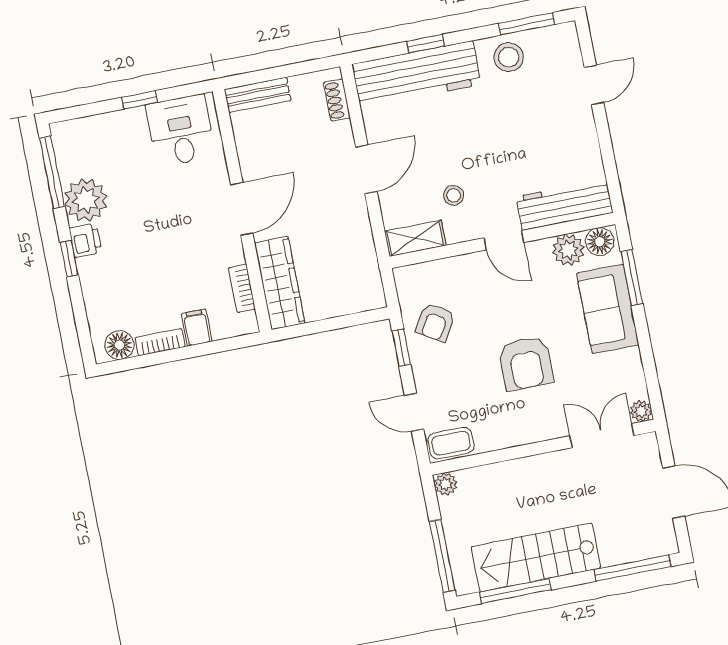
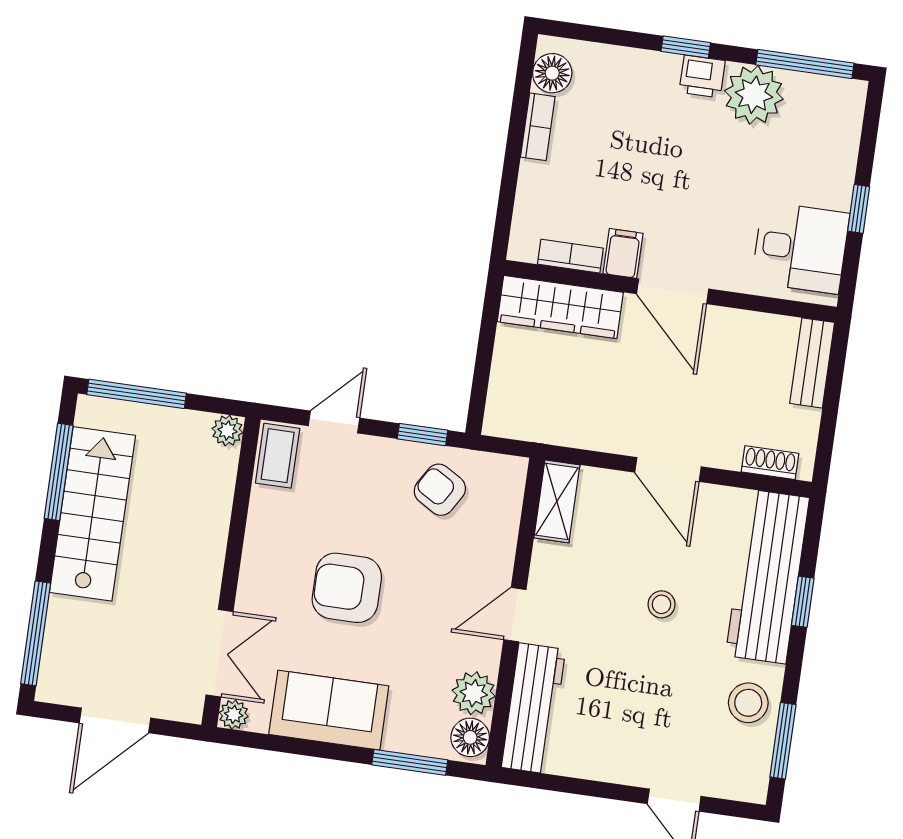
stool: (454, 195) -> (662, 604), moved
sofa: (608, 309) -> (329, 710), moved
filing cabinet: (197, 328) -> (623, 253), moved, turned -90

